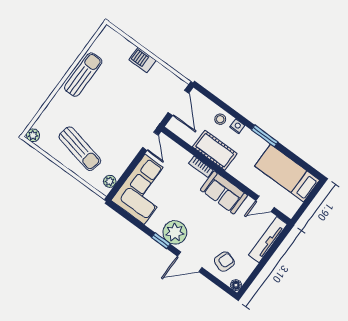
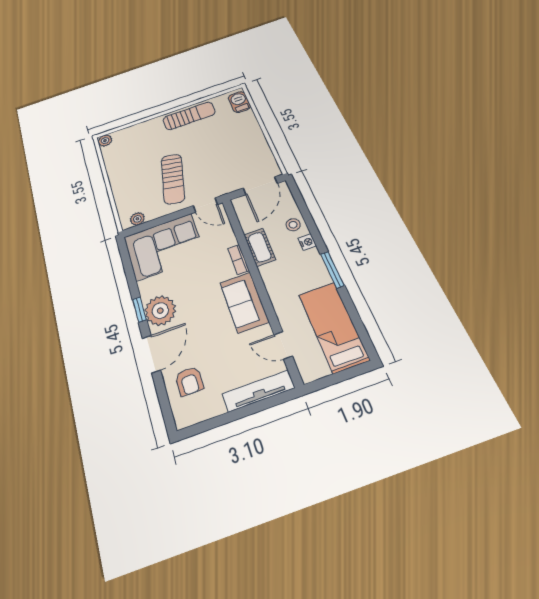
barbecue: (143, 60) -> (239, 102), moved
door: (150, 141) -> (205, 205), hinge flipped
sun lounger: (80, 149) -> (173, 179), moved
cot: (215, 150) -> (260, 247), width x0.73, depth x0.75
door: (190, 262) -> (151, 354), swing flipped
armchair: (224, 262) -> (189, 381), turned 71
floor lamp: (236, 285) -> (182, 420), removed

